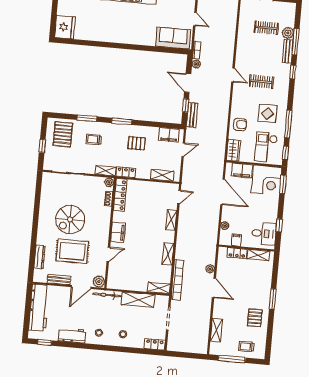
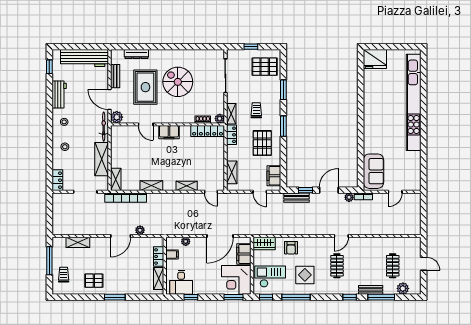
plant: (288, 33) -> (403, 288), moved
trolley: (94, 139) -> (256, 110), moved
pallet: (136, 143) -> (262, 143), width x1.50, depth x1.42

